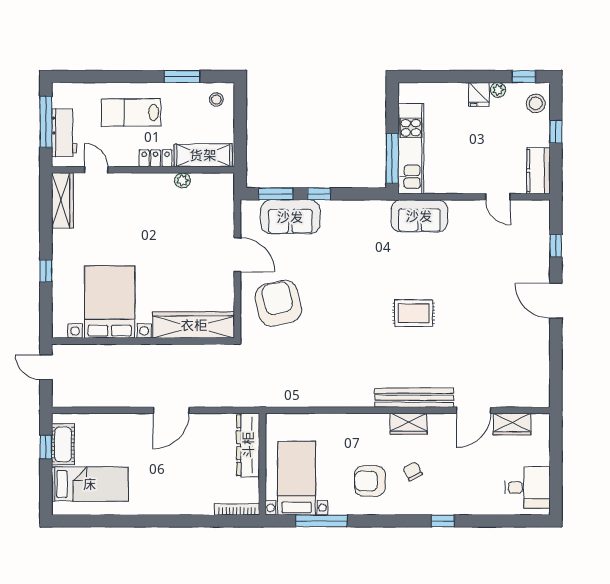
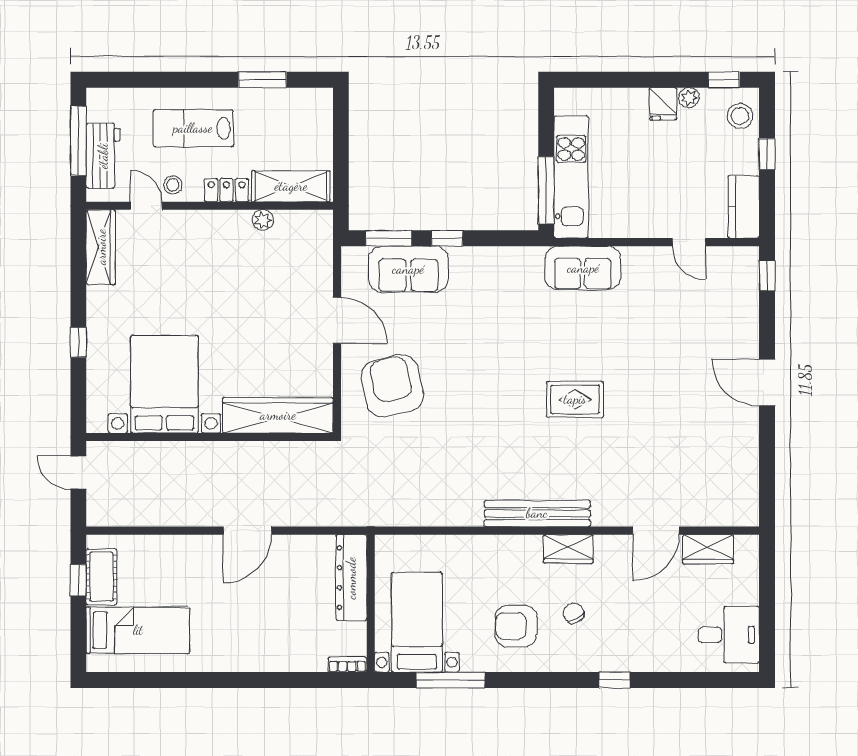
stool: (216, 99) -> (173, 185), moved
window: (556, 246) -> (767, 276), moved
bench: (414, 398) -> (537, 513), moved
bookcase: (237, 509) -> (347, 664), width x0.64

